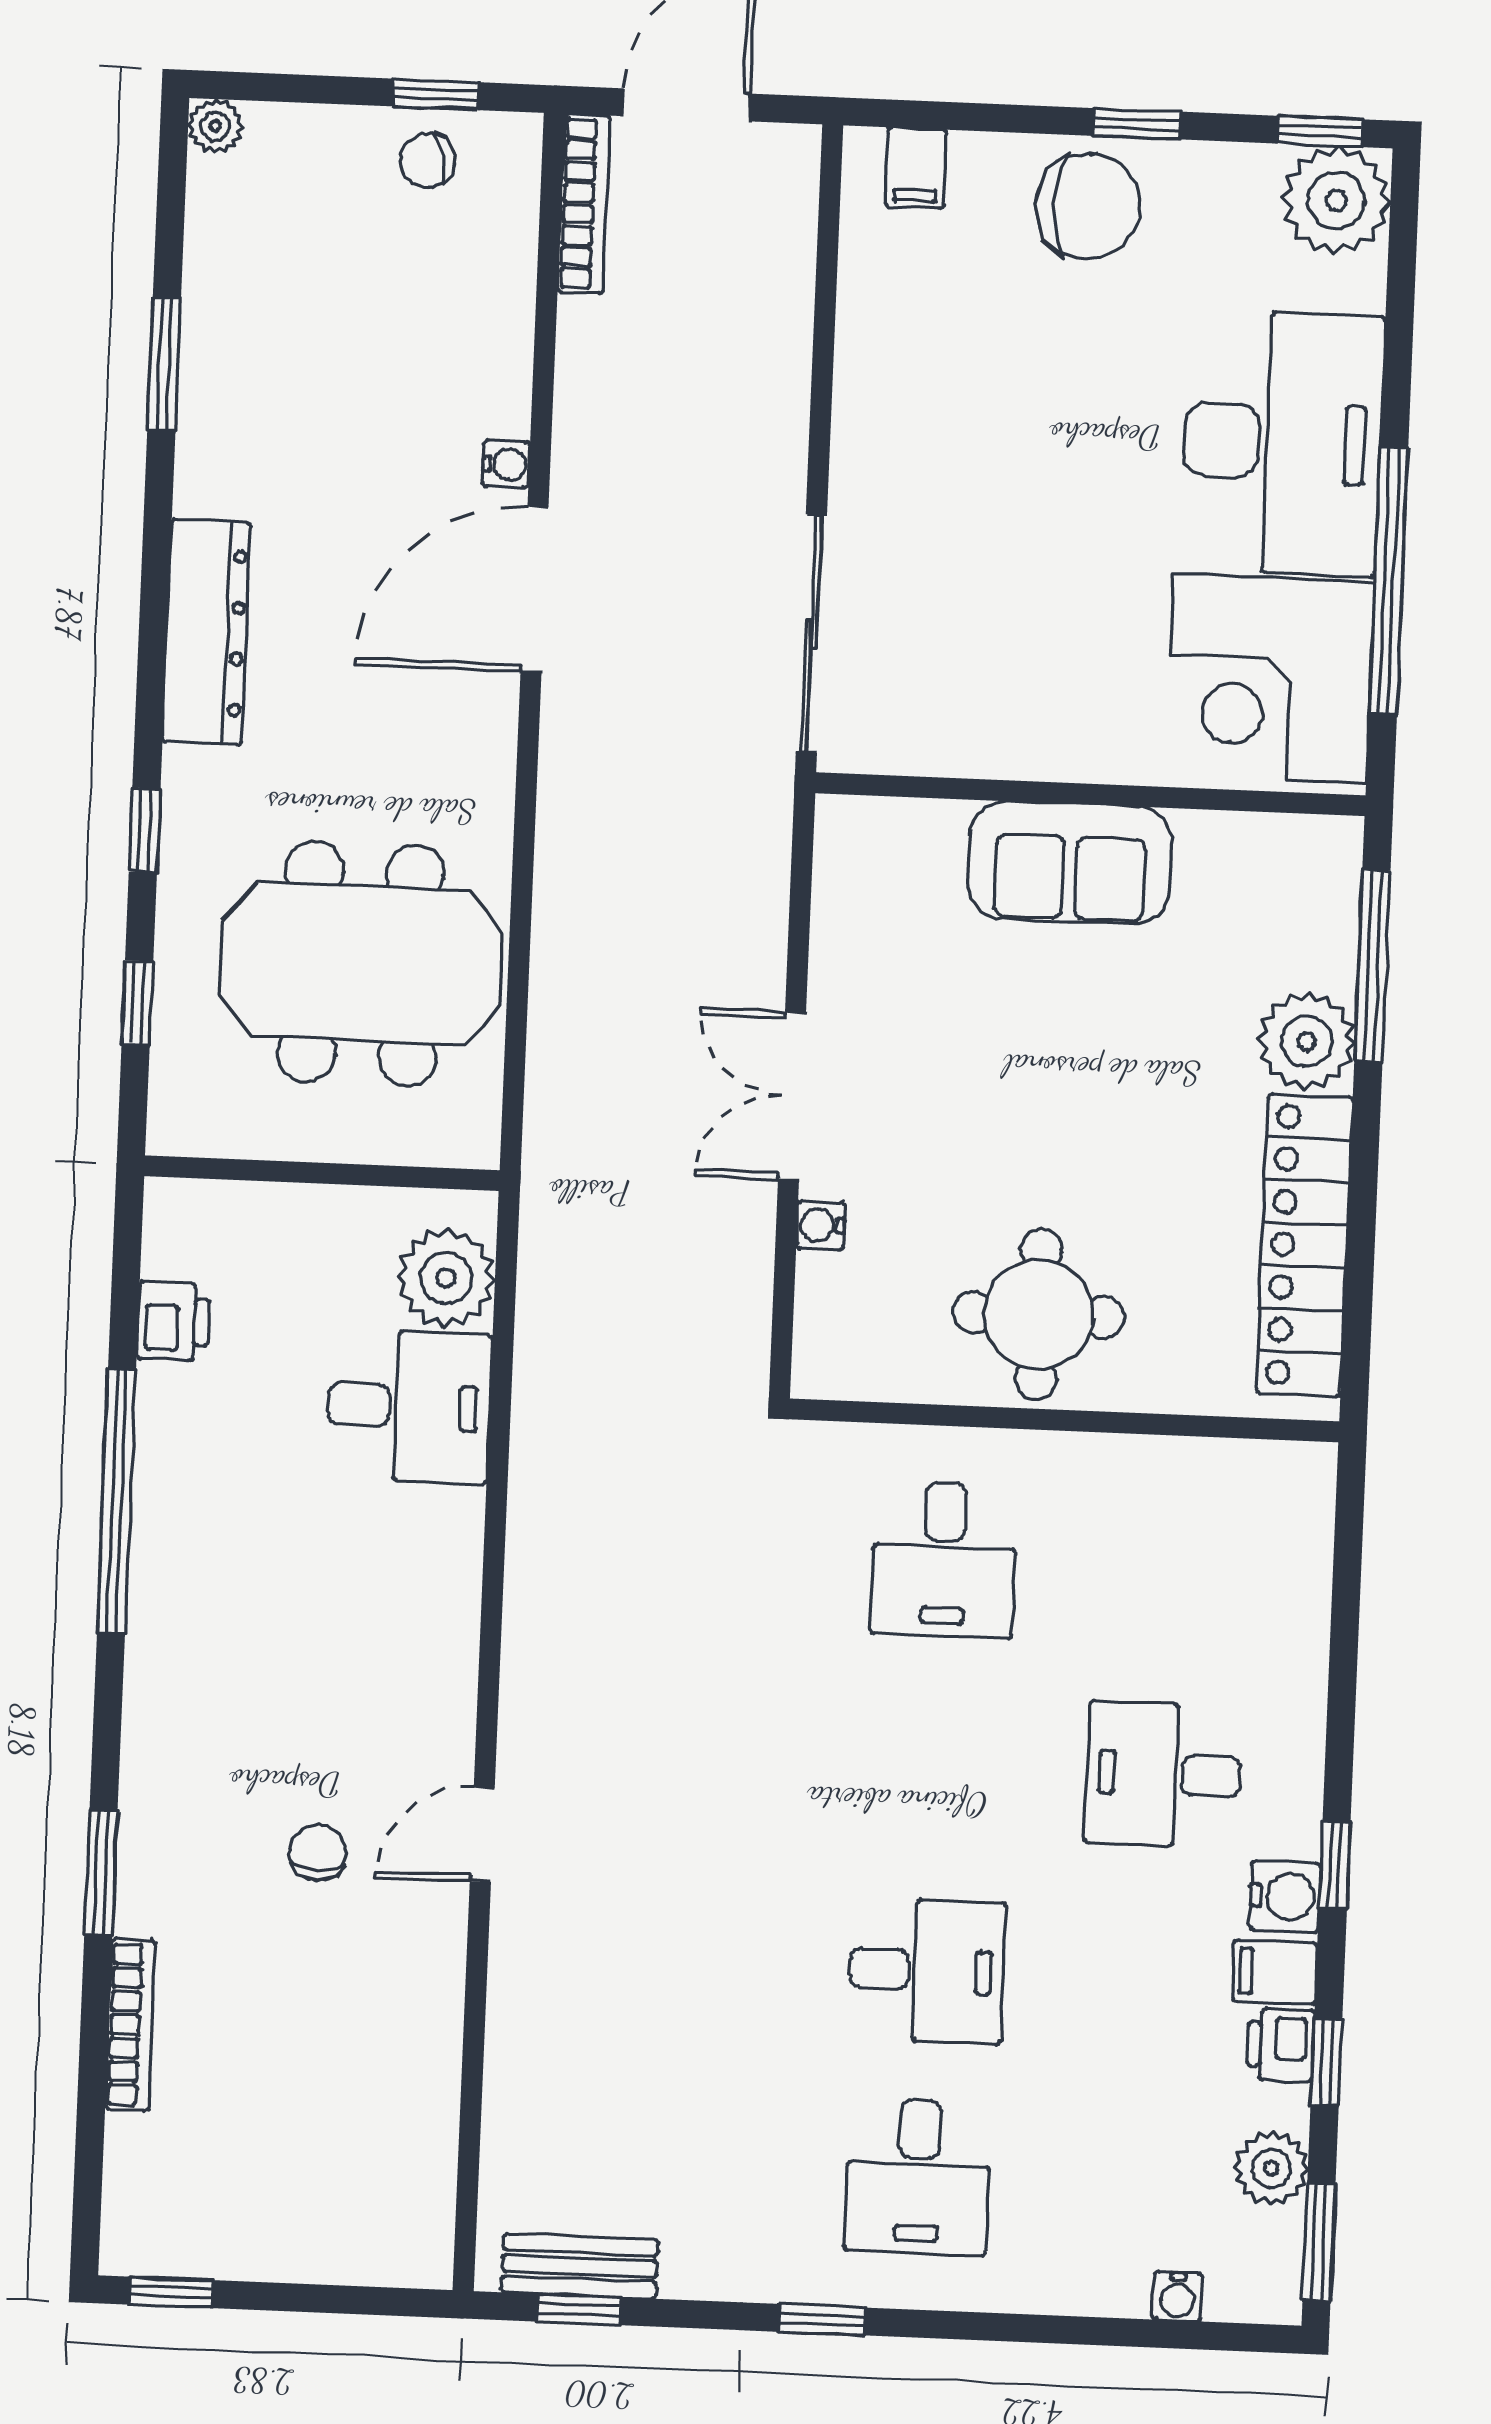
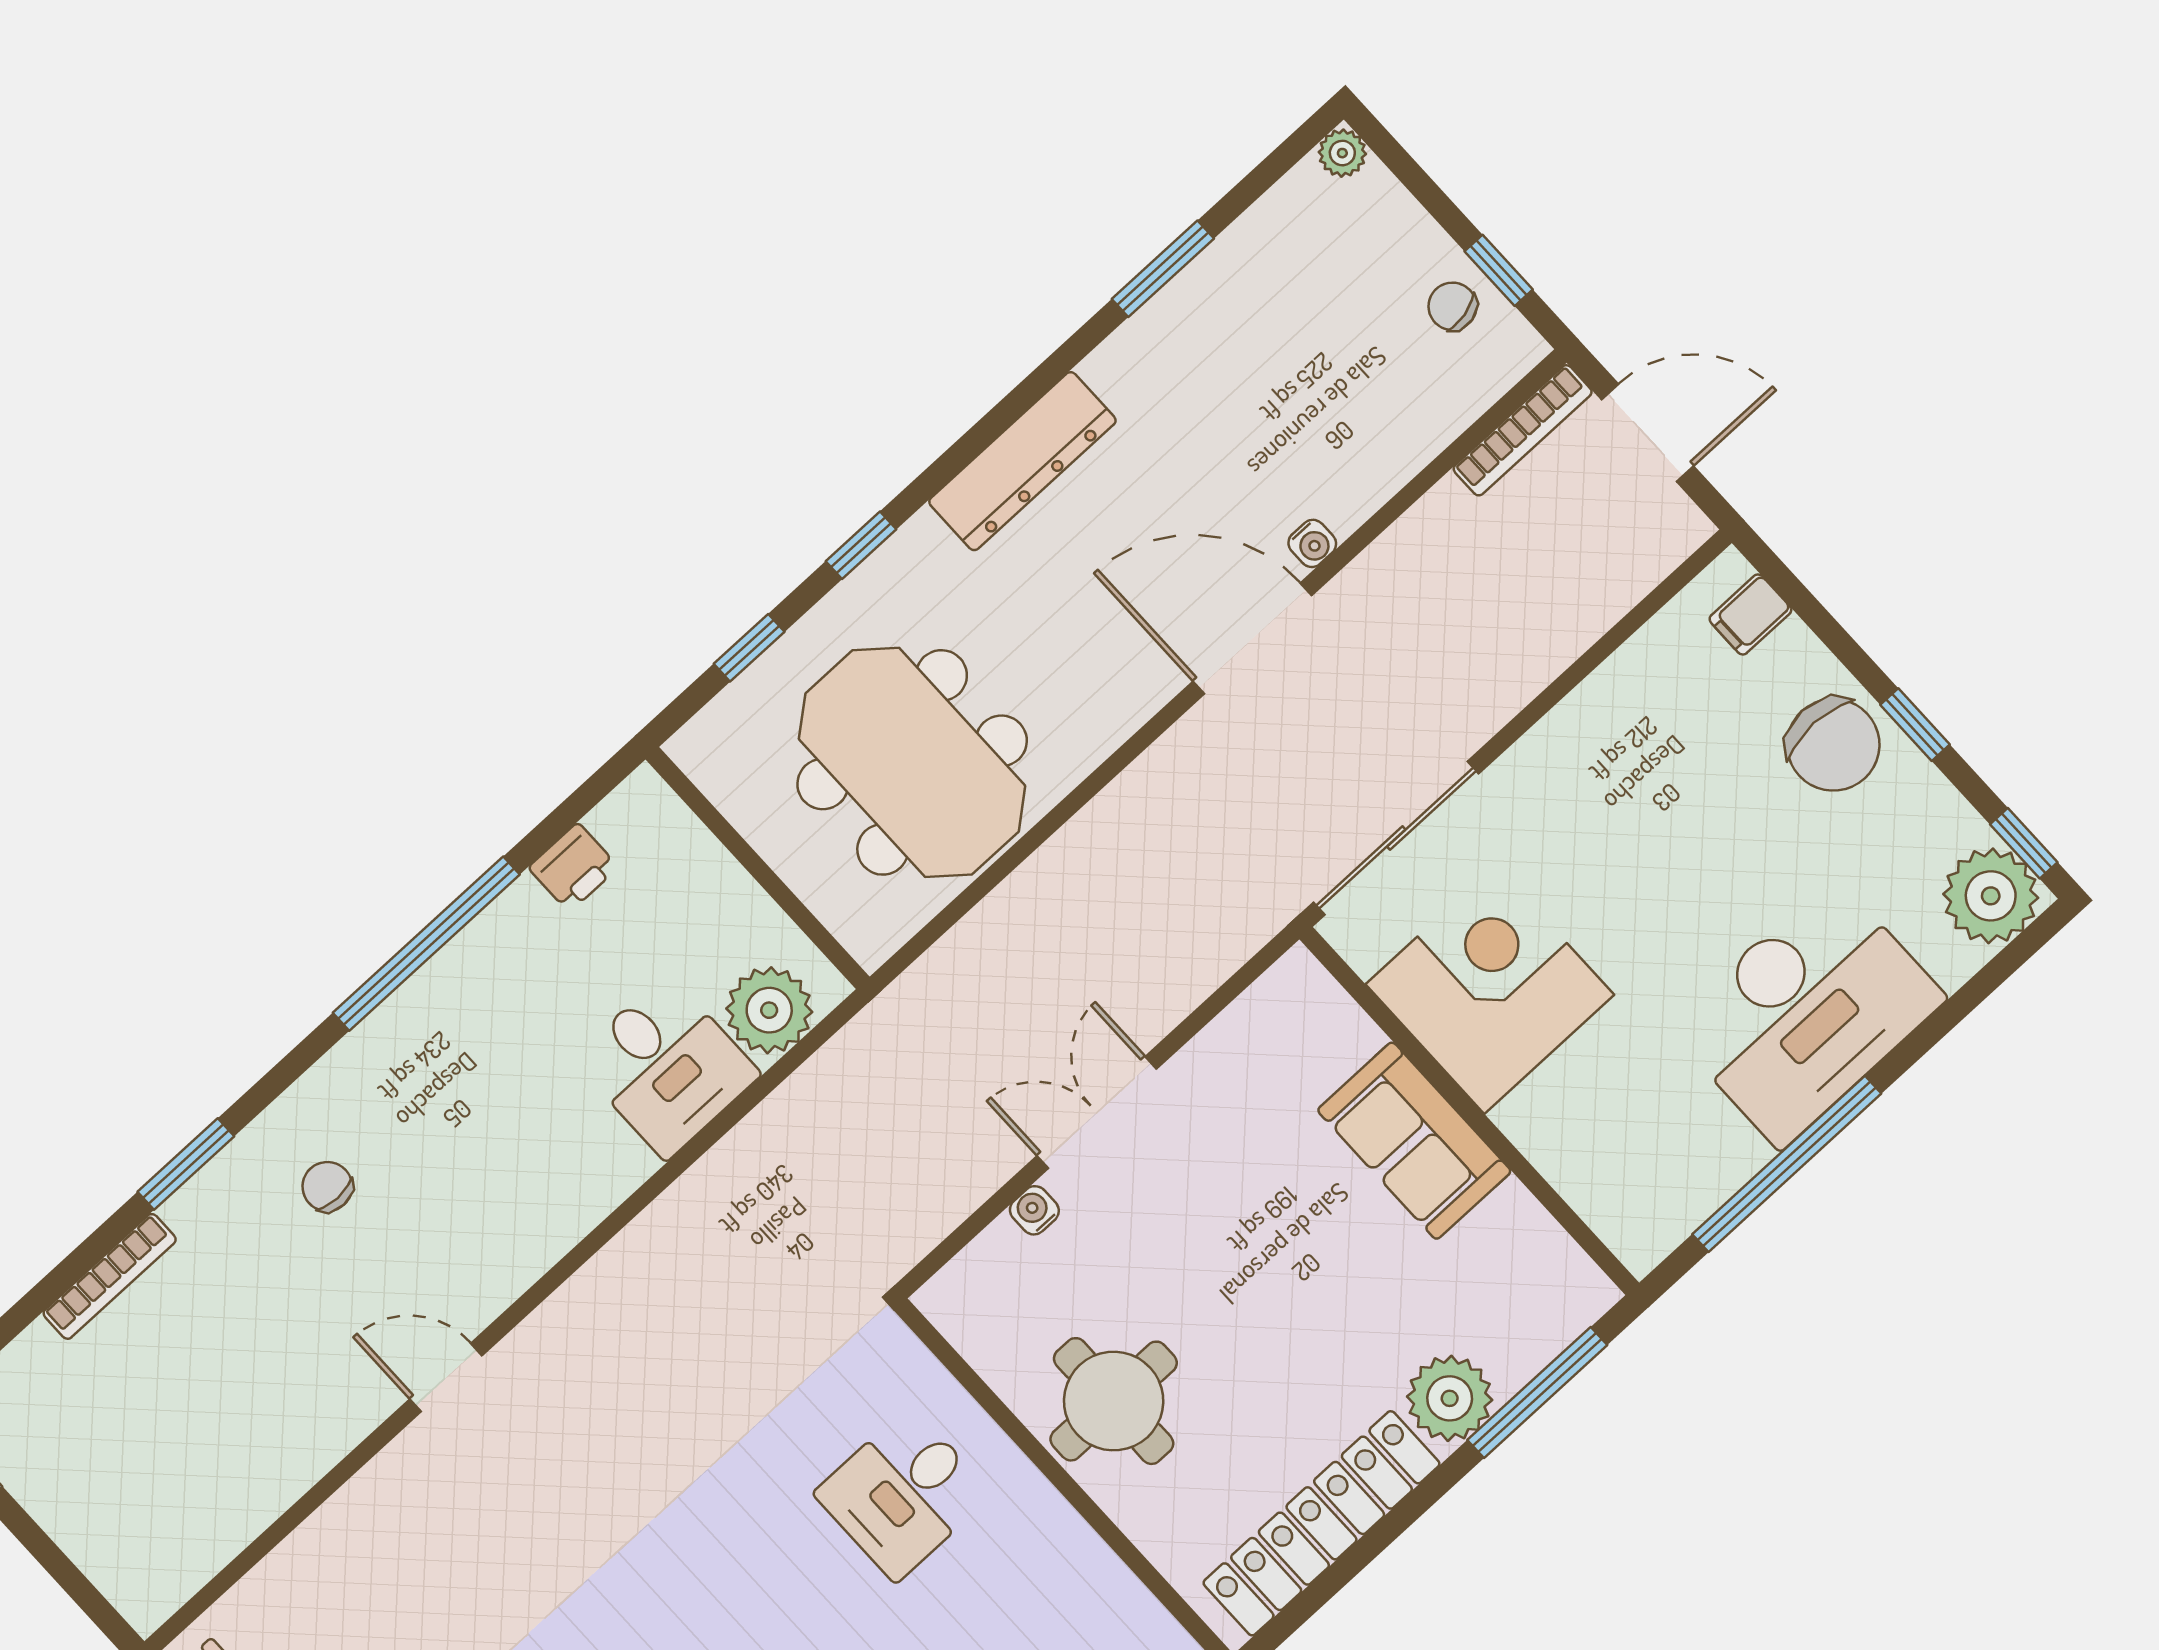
corner desk: (1270, 679) -> (1490, 990), moved, turned 90
chair: (318, 1852) -> (327, 1187), moved, turned -90

